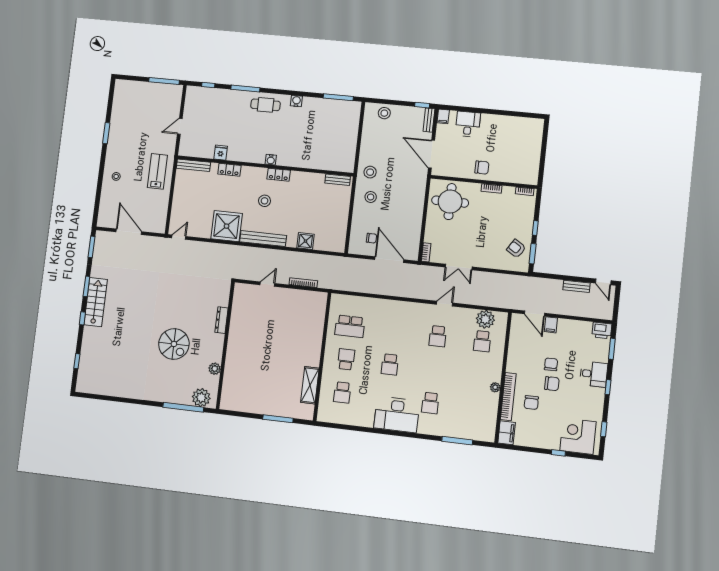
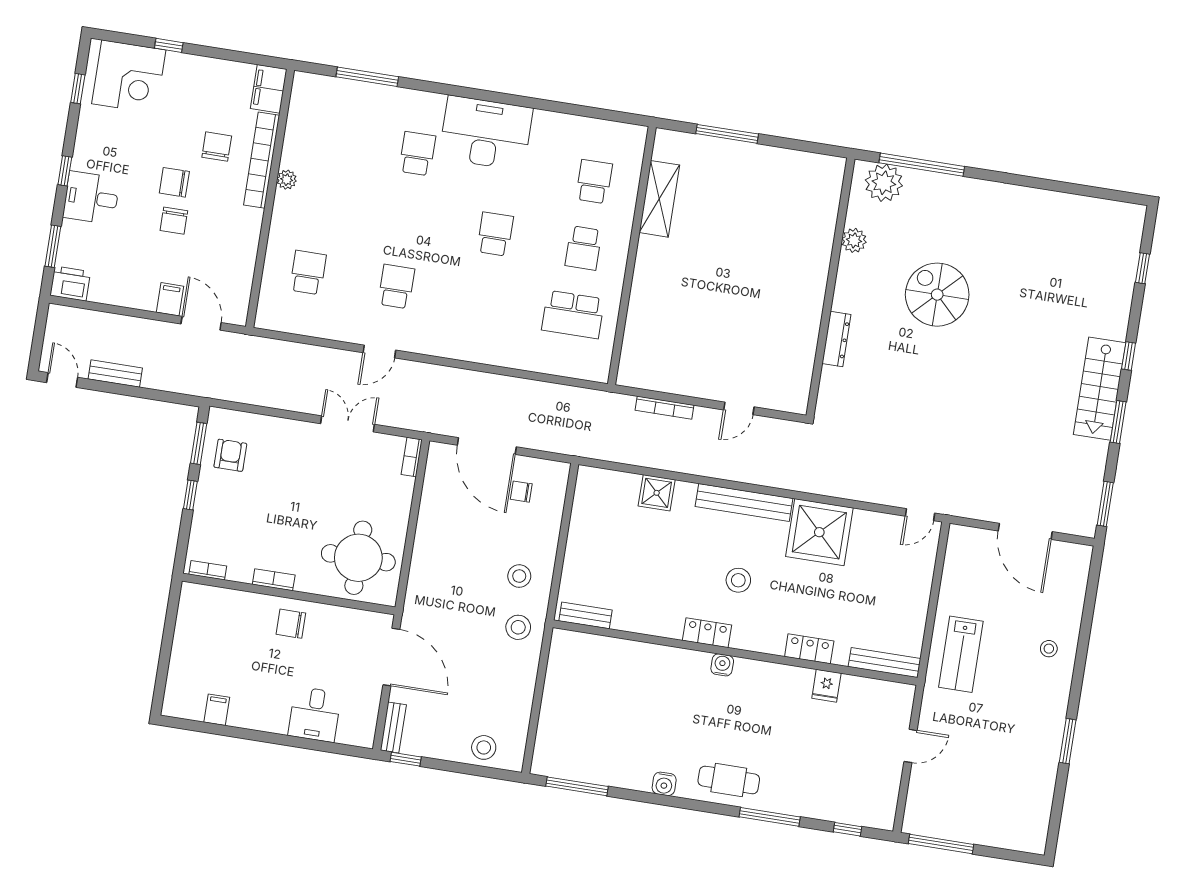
filing cabinet: (443, 116) -> (217, 710), moved
armchair: (516, 249) -> (230, 455), turned -122
plant: (485, 319) -> (299, 316), removed
school desk: (350, 326) -> (573, 314), turned 180

